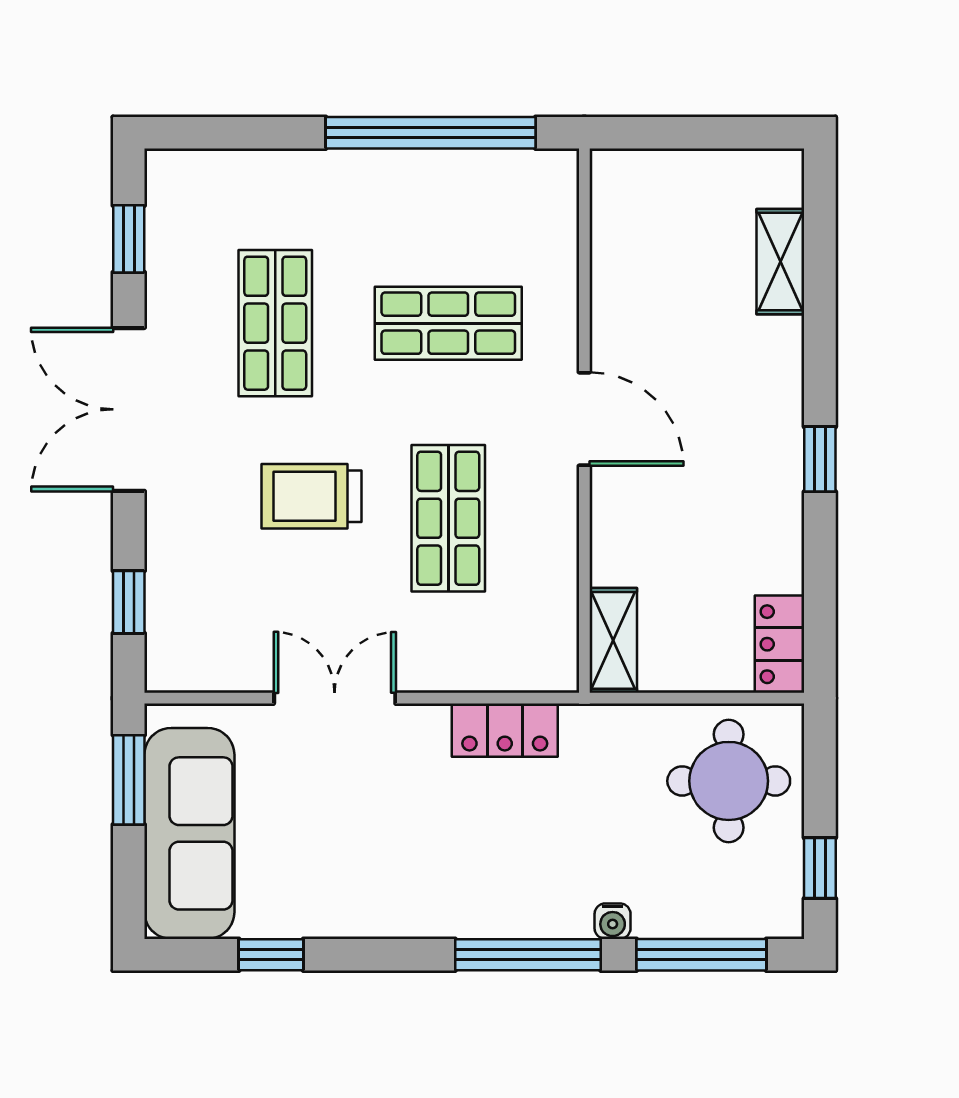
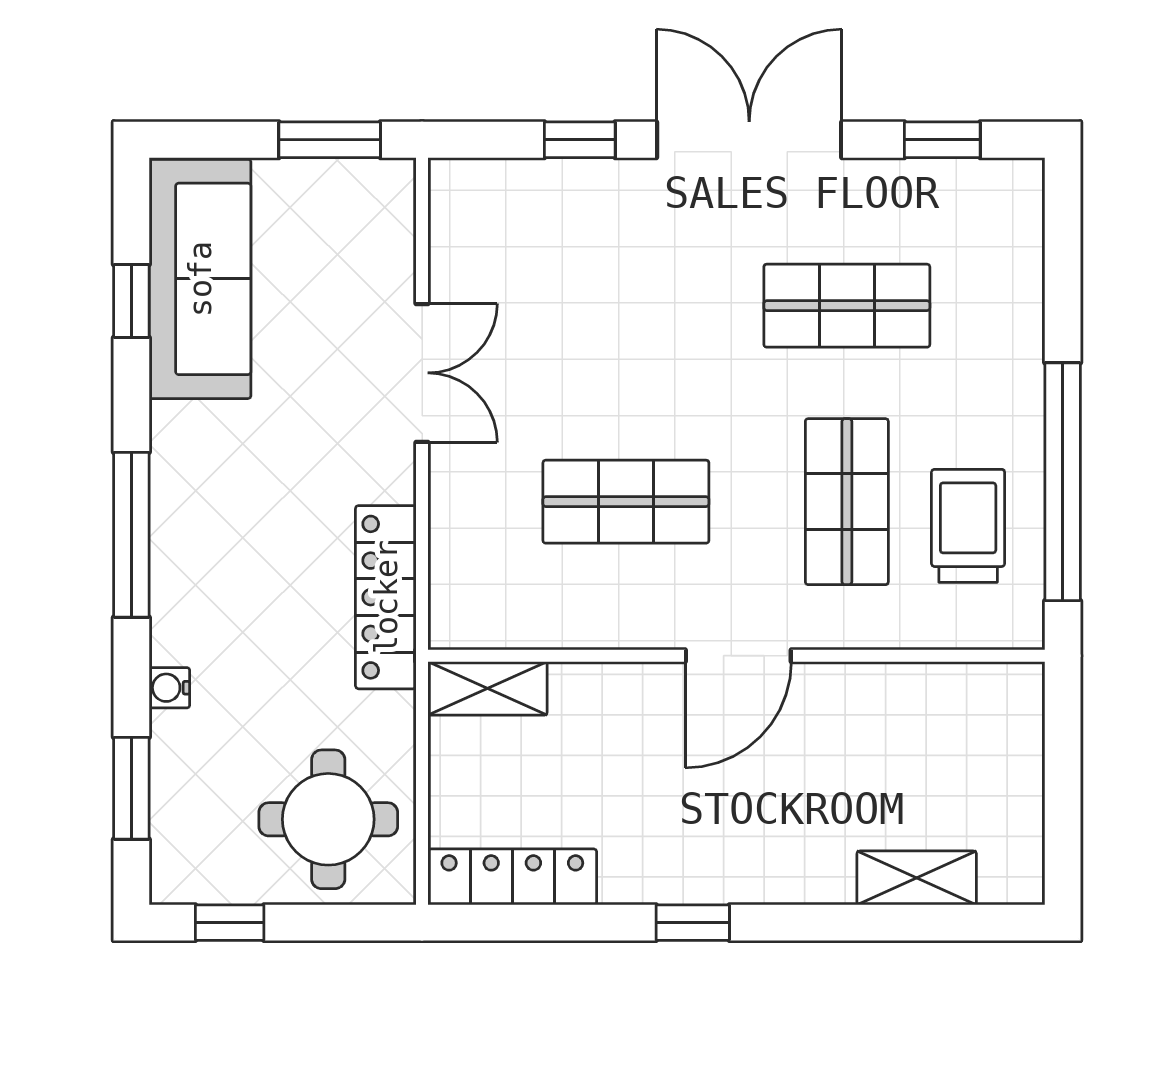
trolley: (312, 496) -> (968, 526), moved
window: (129, 602) -> (580, 140), moved
locker: (780, 644) -> (512, 877), width x1.53
locker: (505, 730) -> (386, 597), width x1.53
sofa: (189, 833) -> (200, 279), moved, turned -90
window: (528, 955) -> (131, 535), moved
window: (701, 955) -> (131, 788), width x0.69

